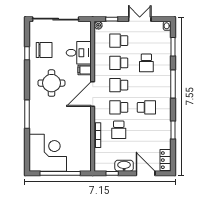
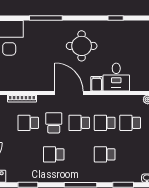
school desk: (119, 41) -> (130, 123), turned -90
chair: (44, 50) -> (119, 37), removed
school desk: (119, 63) -> (105, 123), turned -90
school desk: (119, 85) -> (79, 123), turned -90
school desk: (146, 107) -> (54, 154), turned 90

